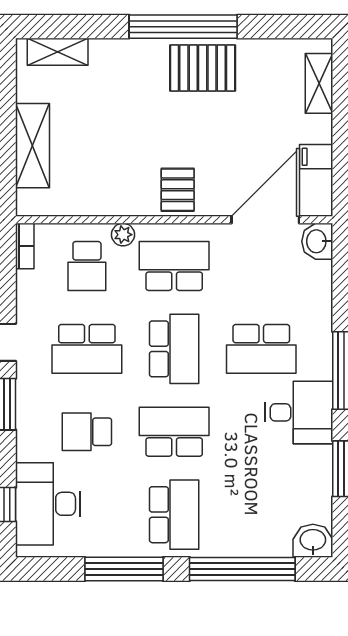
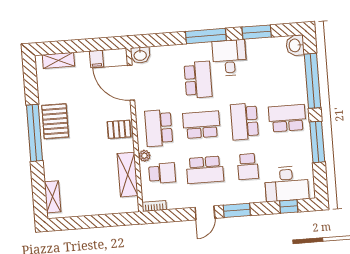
shelving: (33, 146) -> (128, 175), moved, turned 90
school desk: (87, 349) -> (205, 170), turned 90

